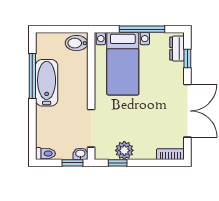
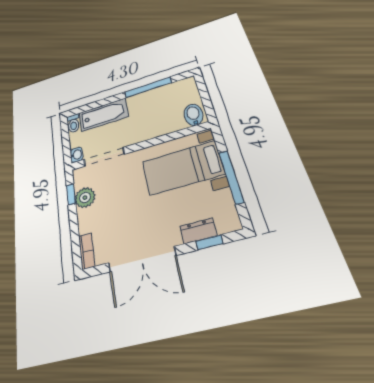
dresser: (177, 49) -> (198, 231), moved
bathtub: (47, 83) -> (104, 115), moved
window: (72, 163) -> (67, 150), removed

